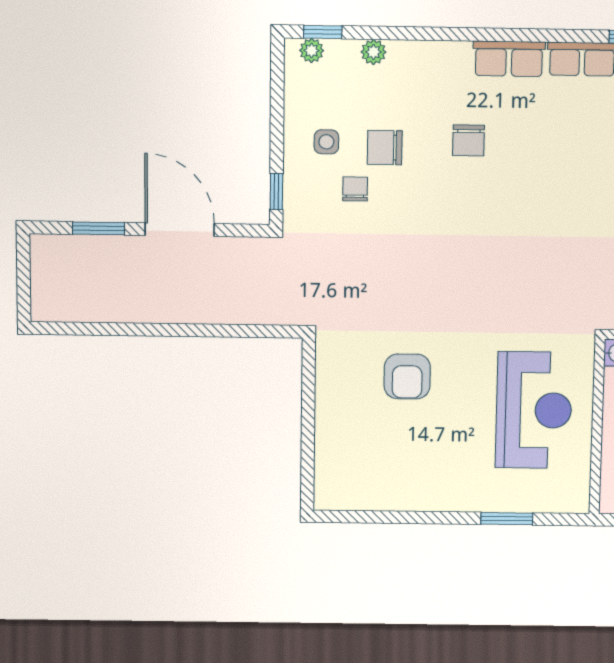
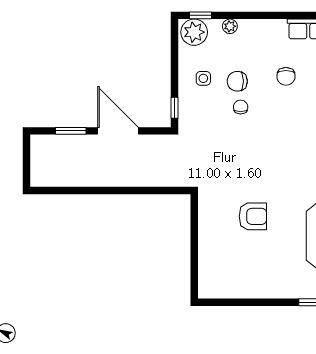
plant: (312, 51) -> (194, 32), width x1.88, depth x1.88
chair: (355, 189) -> (241, 107), moved
armchair: (407, 376) -> (253, 216), turned -90

